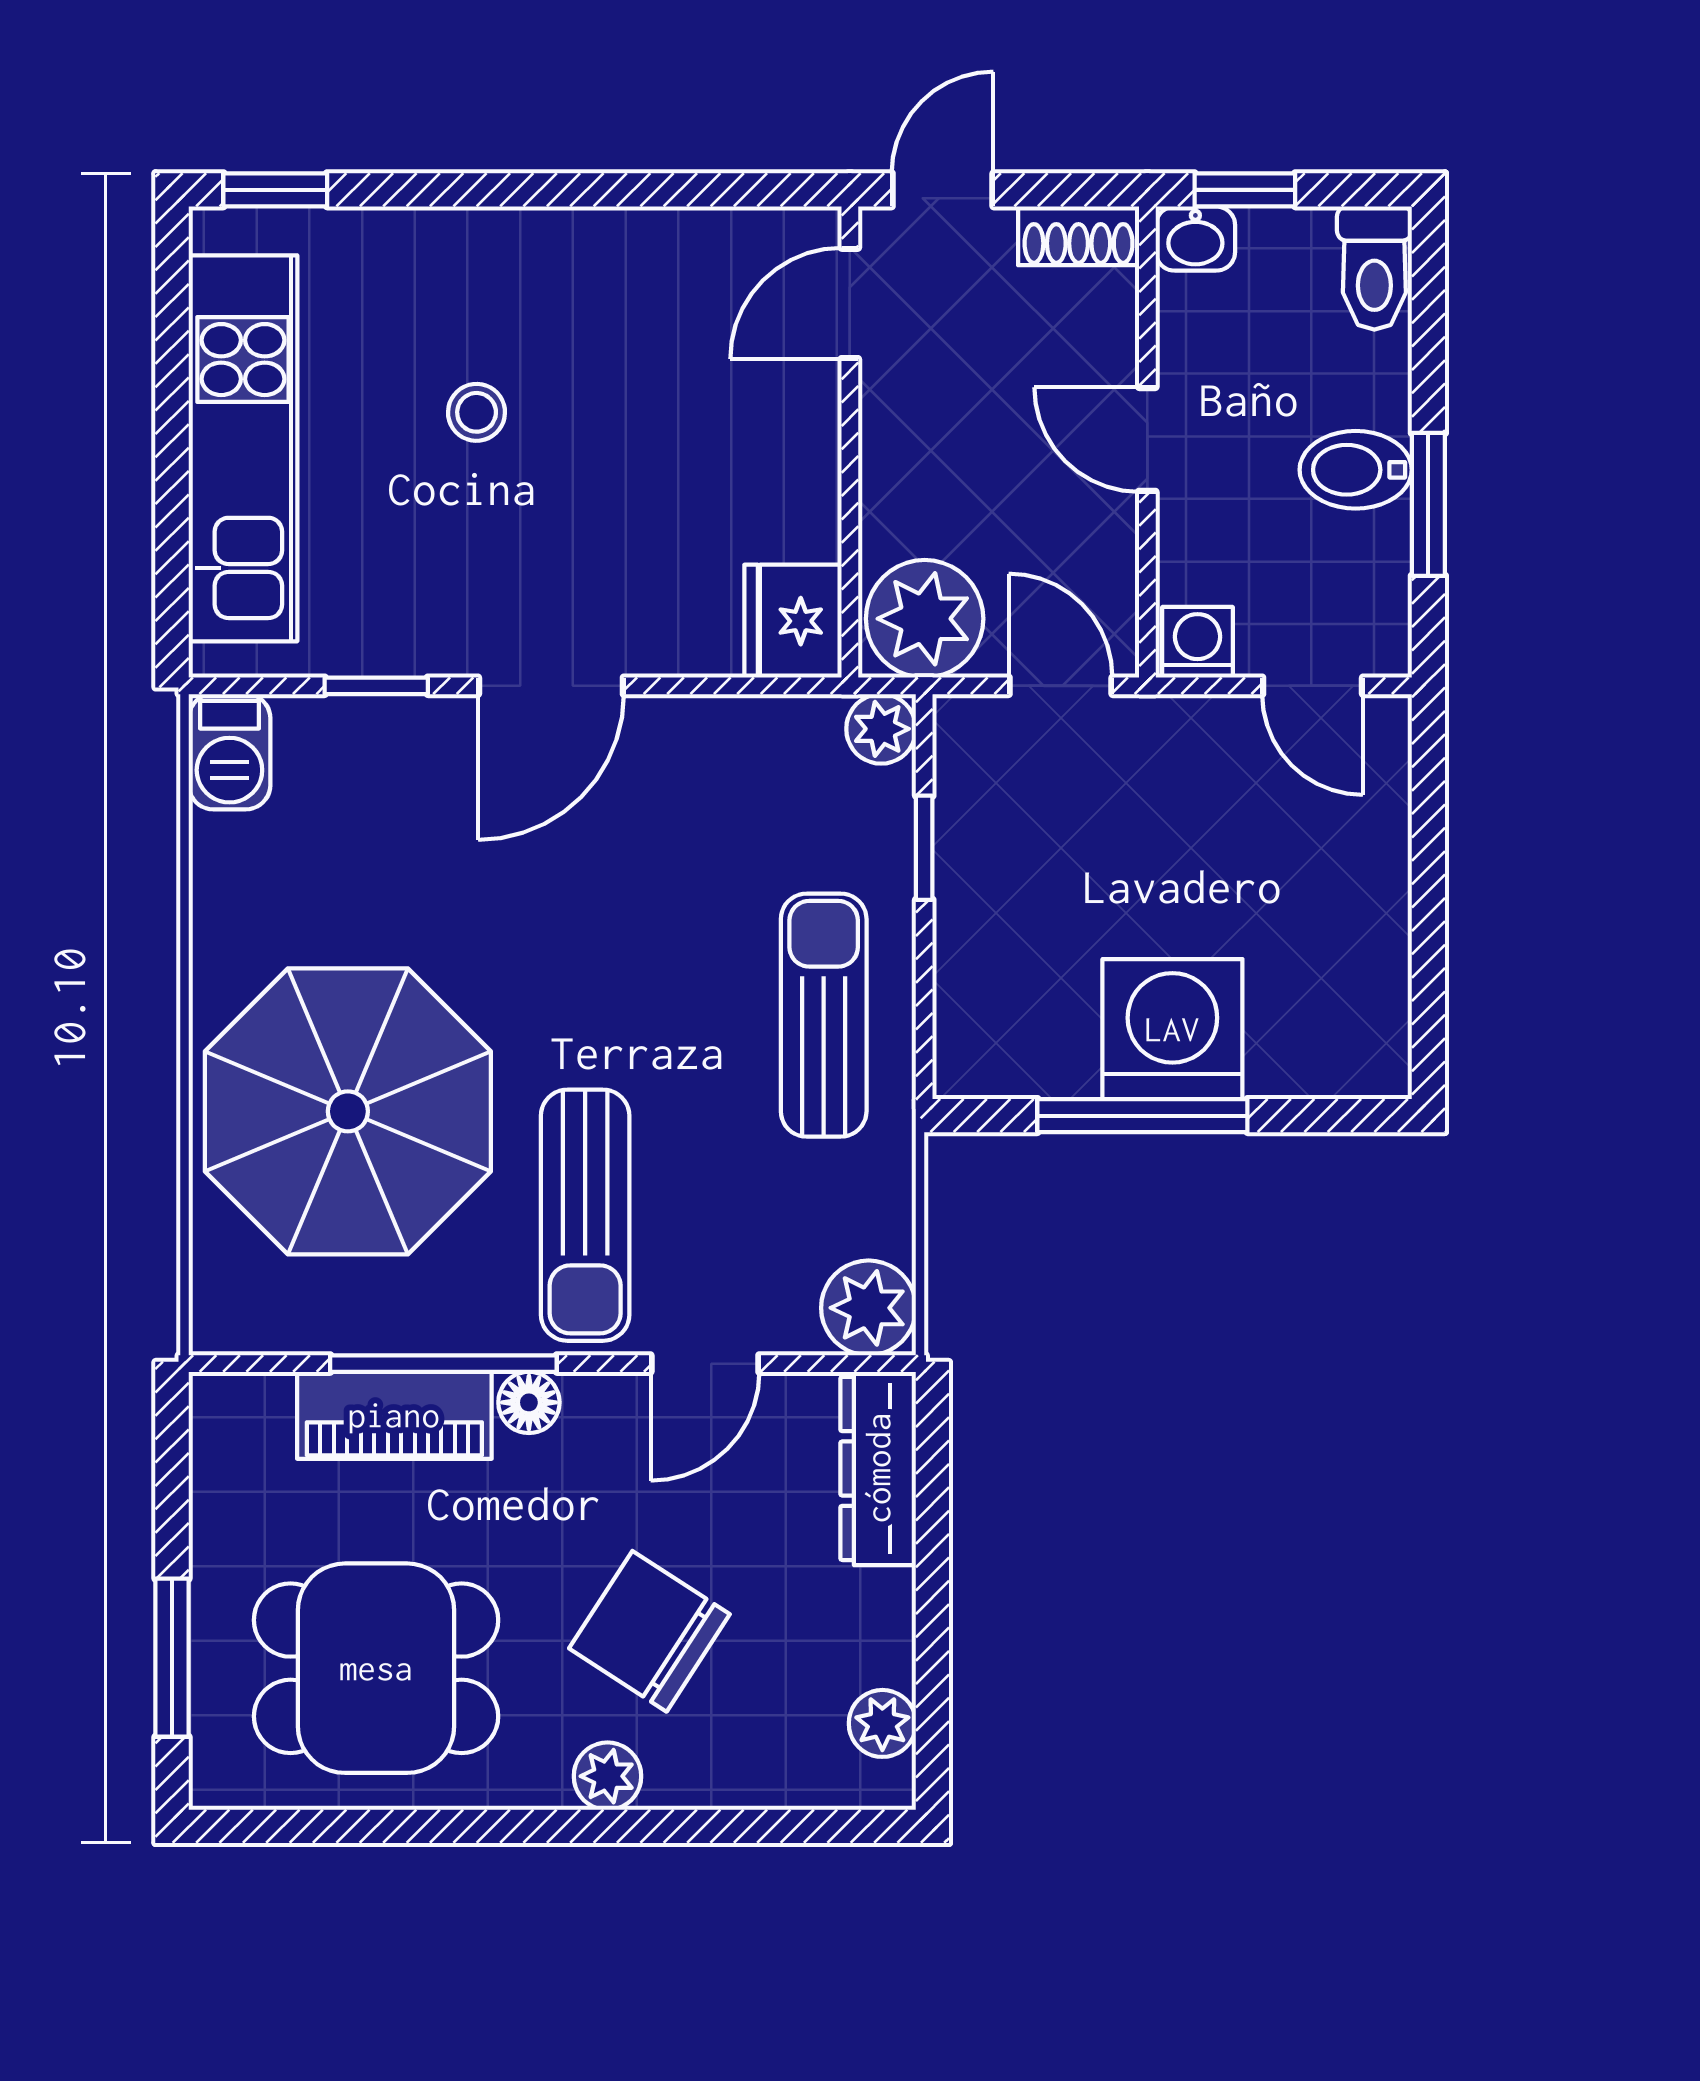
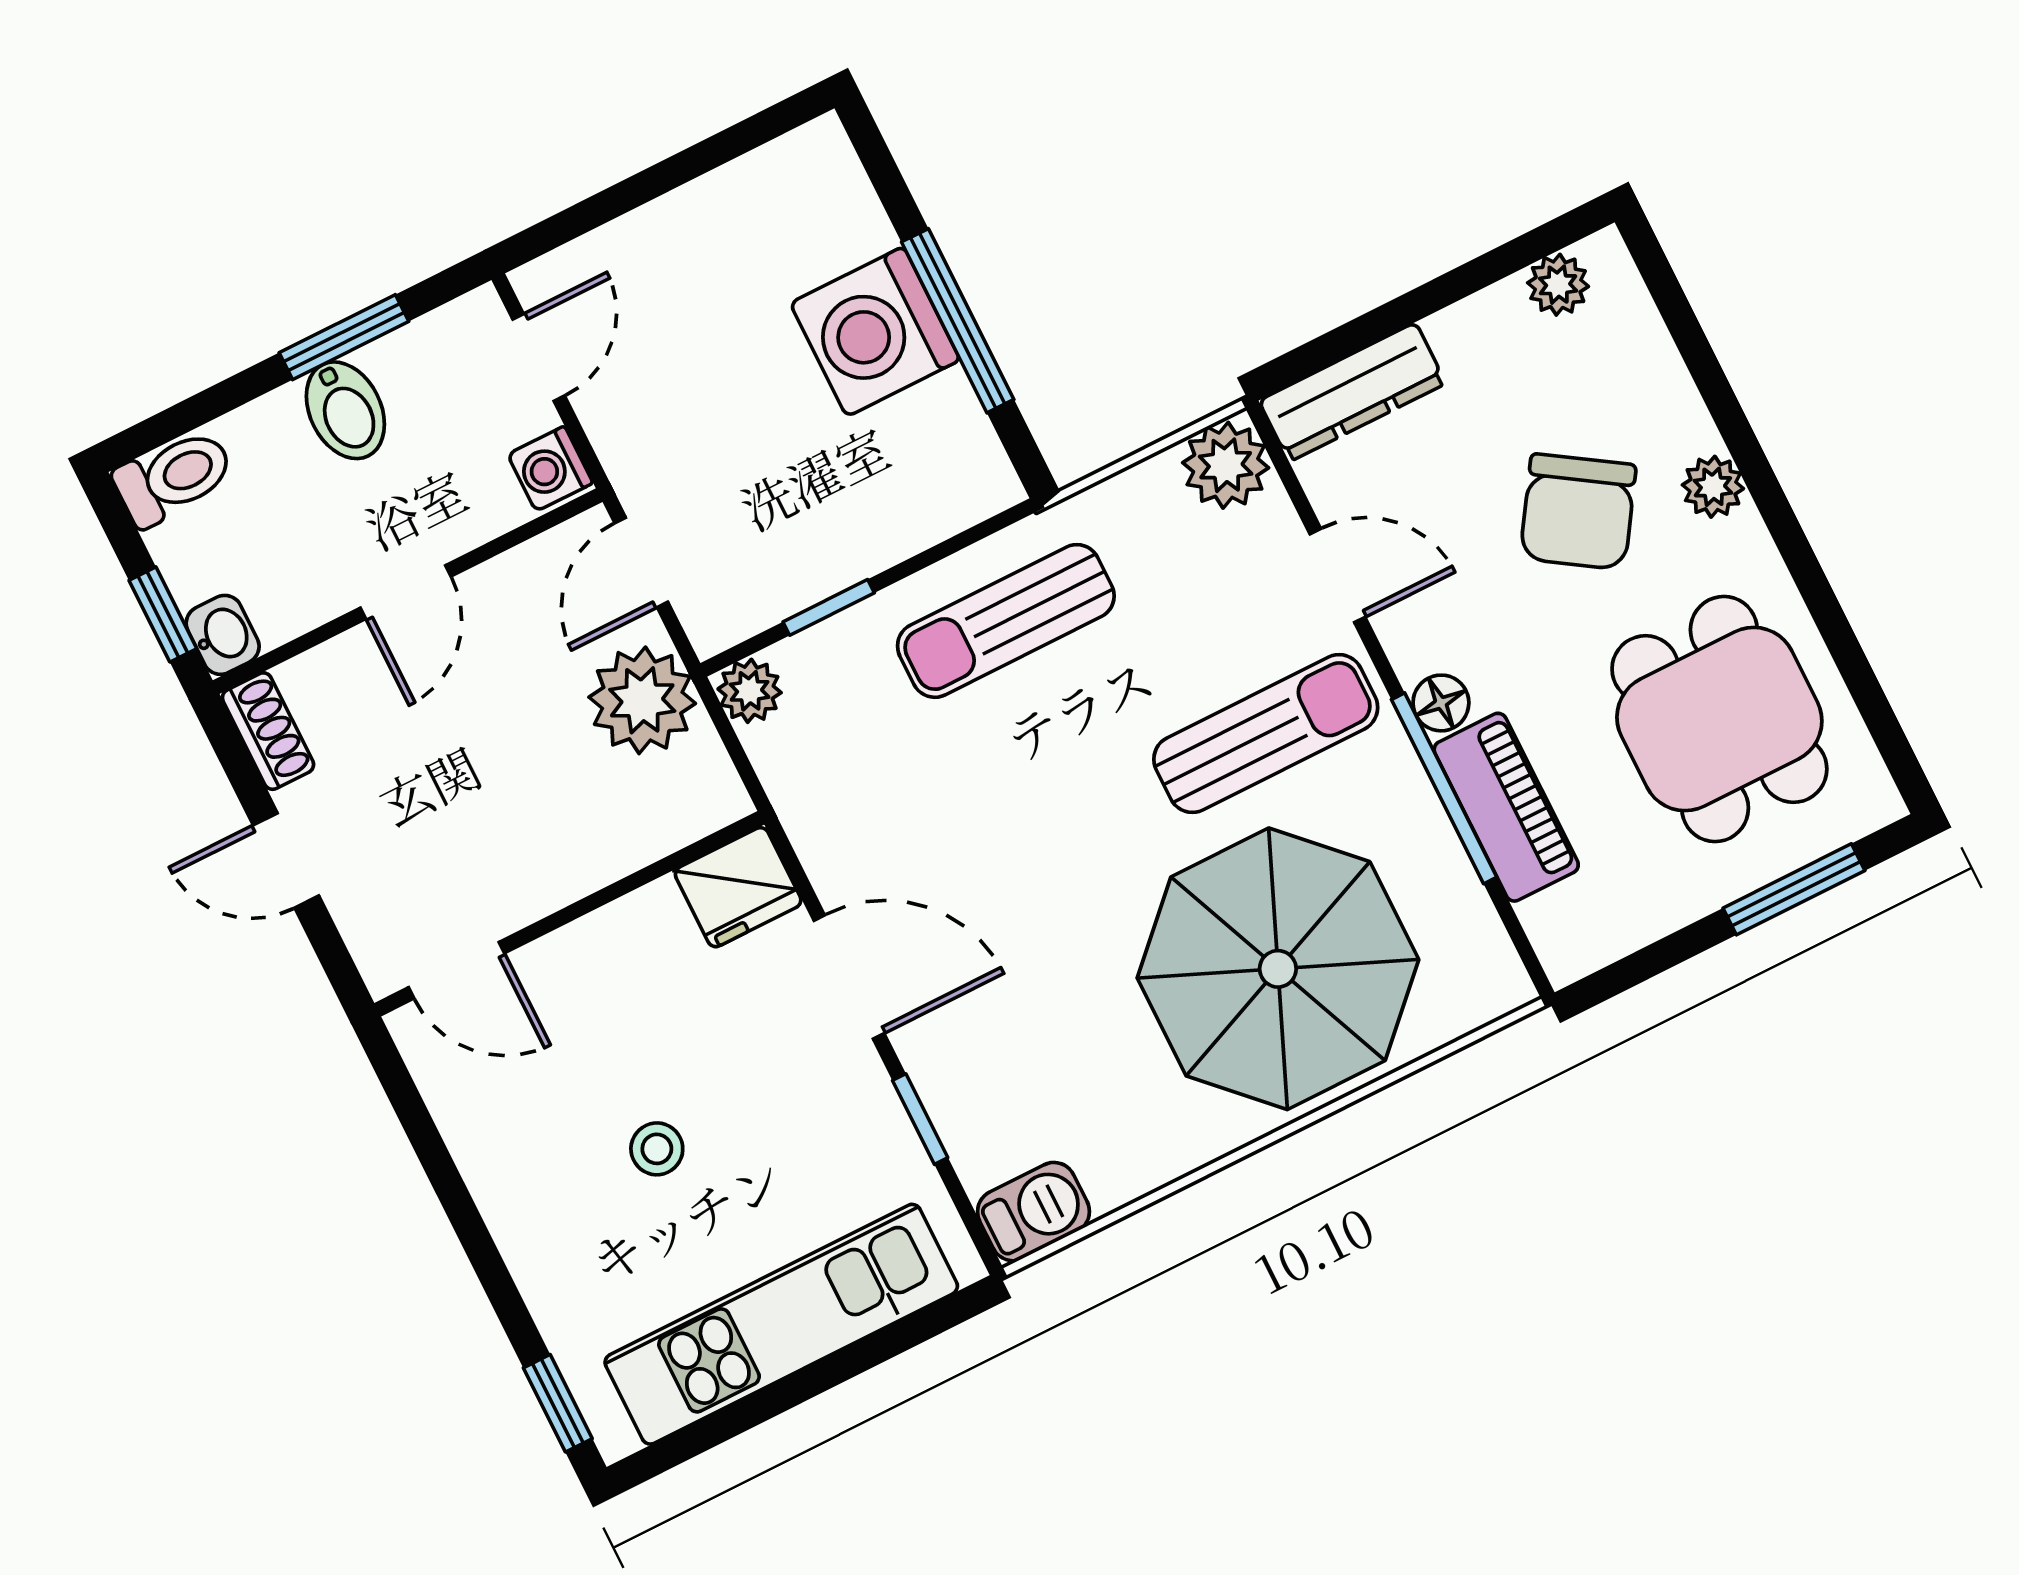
door: (850, 303) -> (457, 970), moved
wall: (850, 442) -> (569, 914), moved
fridge: (793, 621) -> (738, 887), moved

